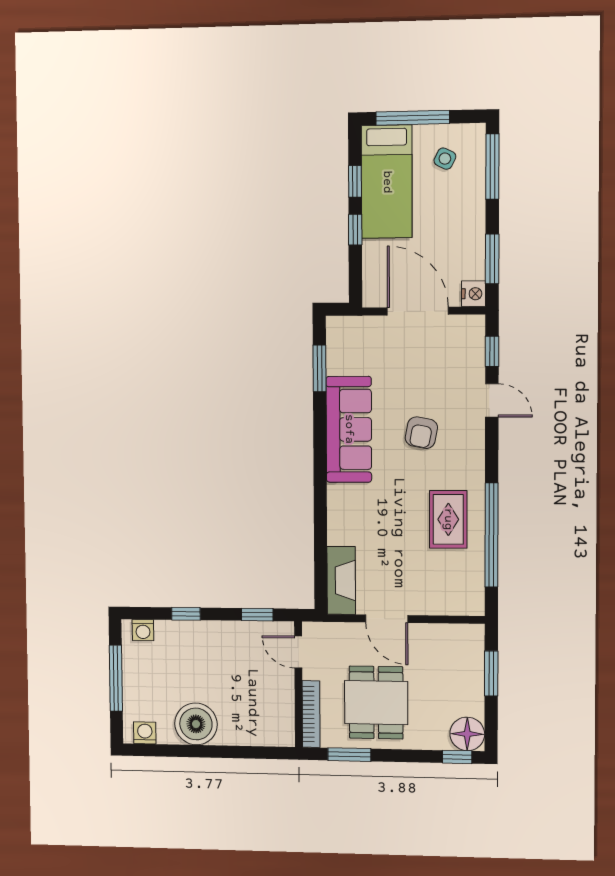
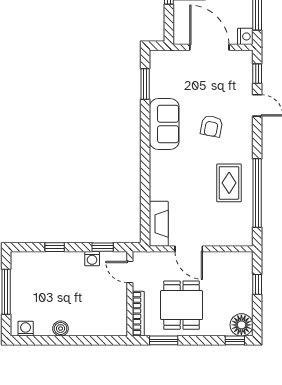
sofa: (349, 429) -> (164, 124), width x0.73
washing machine: (143, 630) -> (92, 259), moved
window: (491, 674) -> (257, 284), width x0.67
boiler: (196, 724) -> (61, 329), width x0.54, depth x0.54

